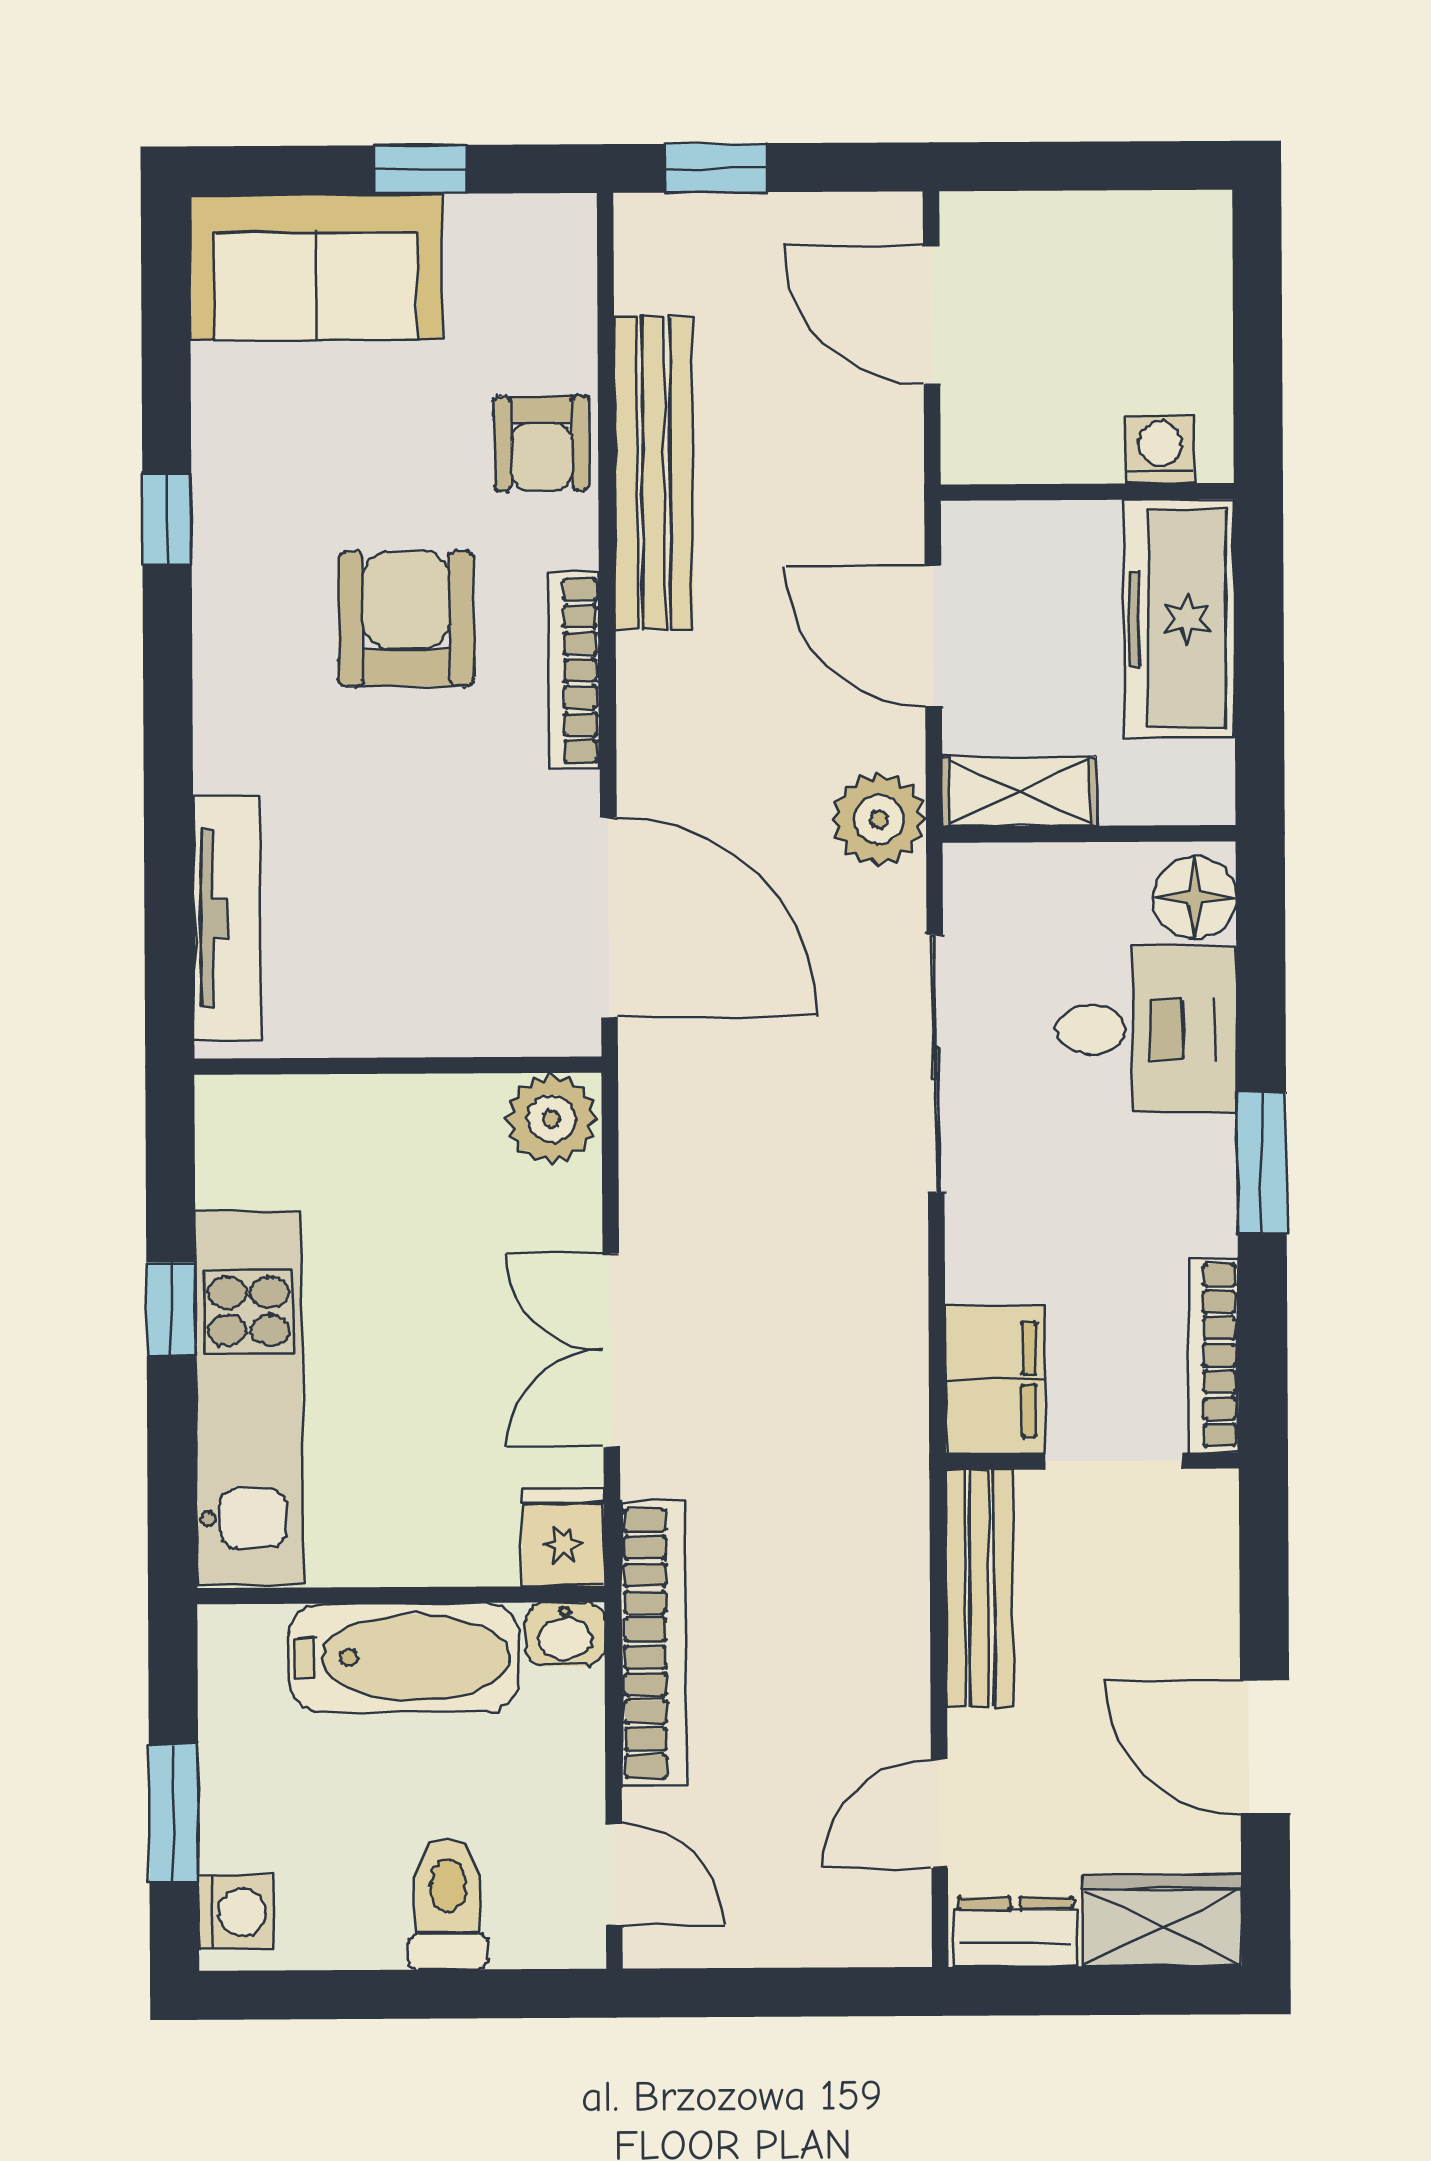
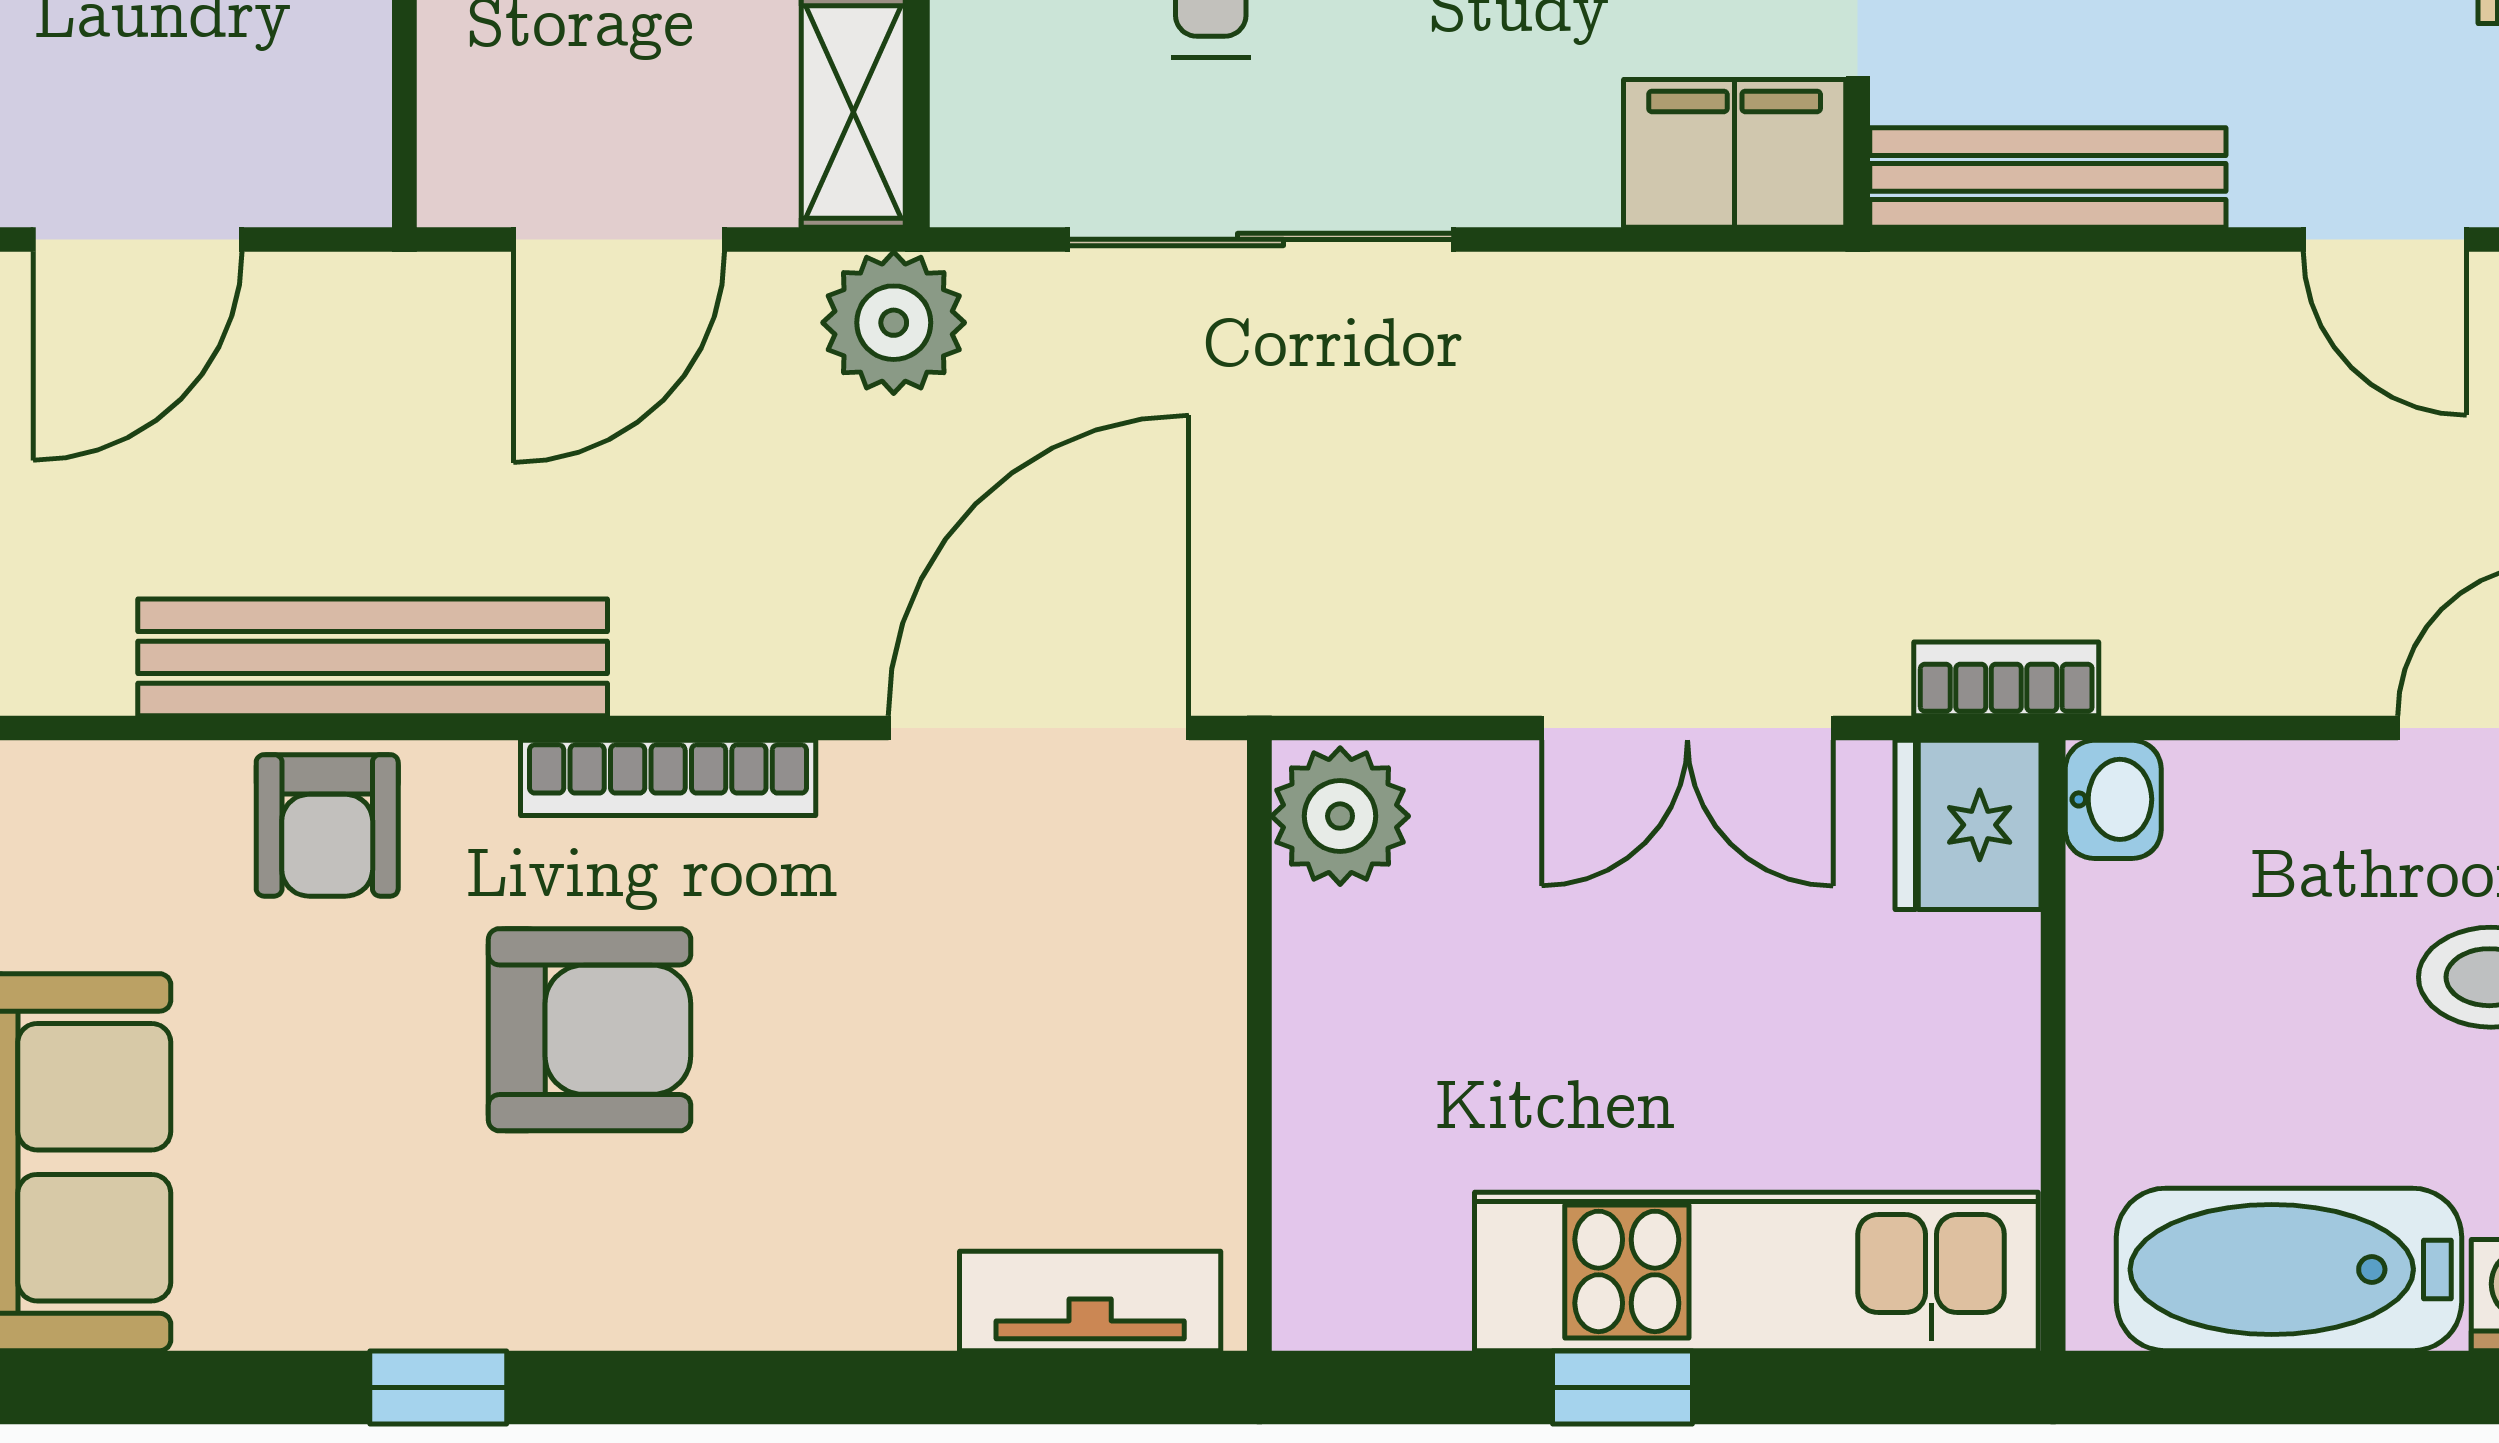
armchair: (541, 443) -> (327, 825), turned 90
armchair: (406, 619) -> (590, 1030), turned 180
tv unit: (227, 918) -> (1090, 1301), width x0.71
fridge: (563, 1537) -> (1968, 825), width x1.38
bookcase: (653, 1643) -> (2006, 679), width x0.43, depth x0.76
bathtub: (404, 1658) -> (2289, 1269), moved, turned -90
window: (174, 1813) -> (2378, 1387), removed

